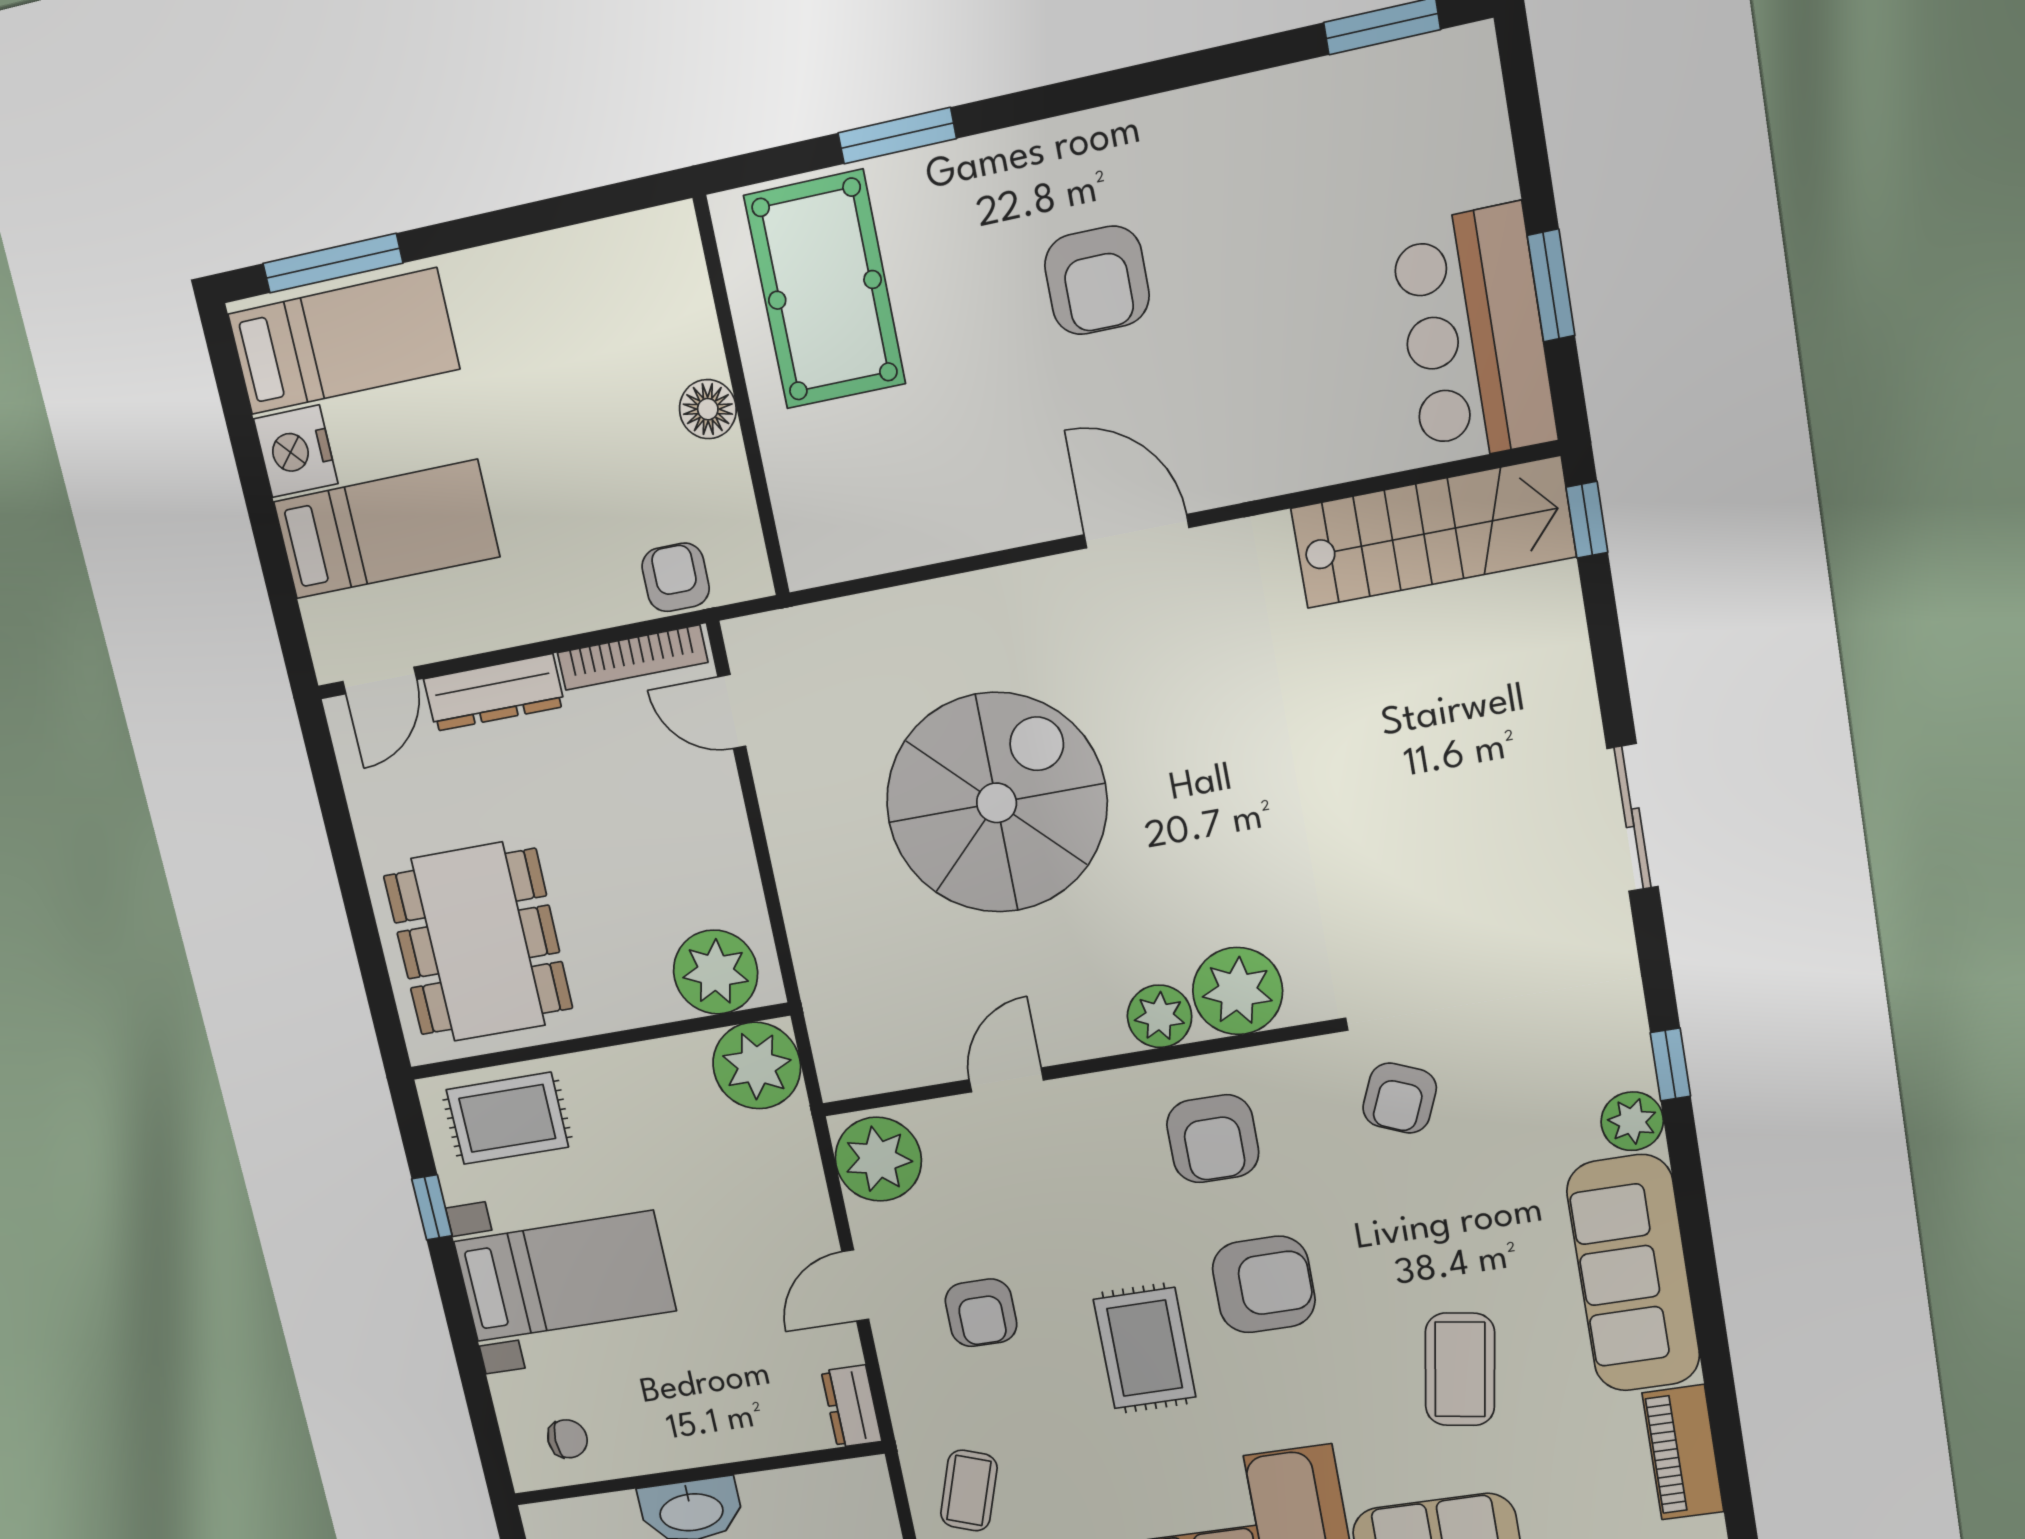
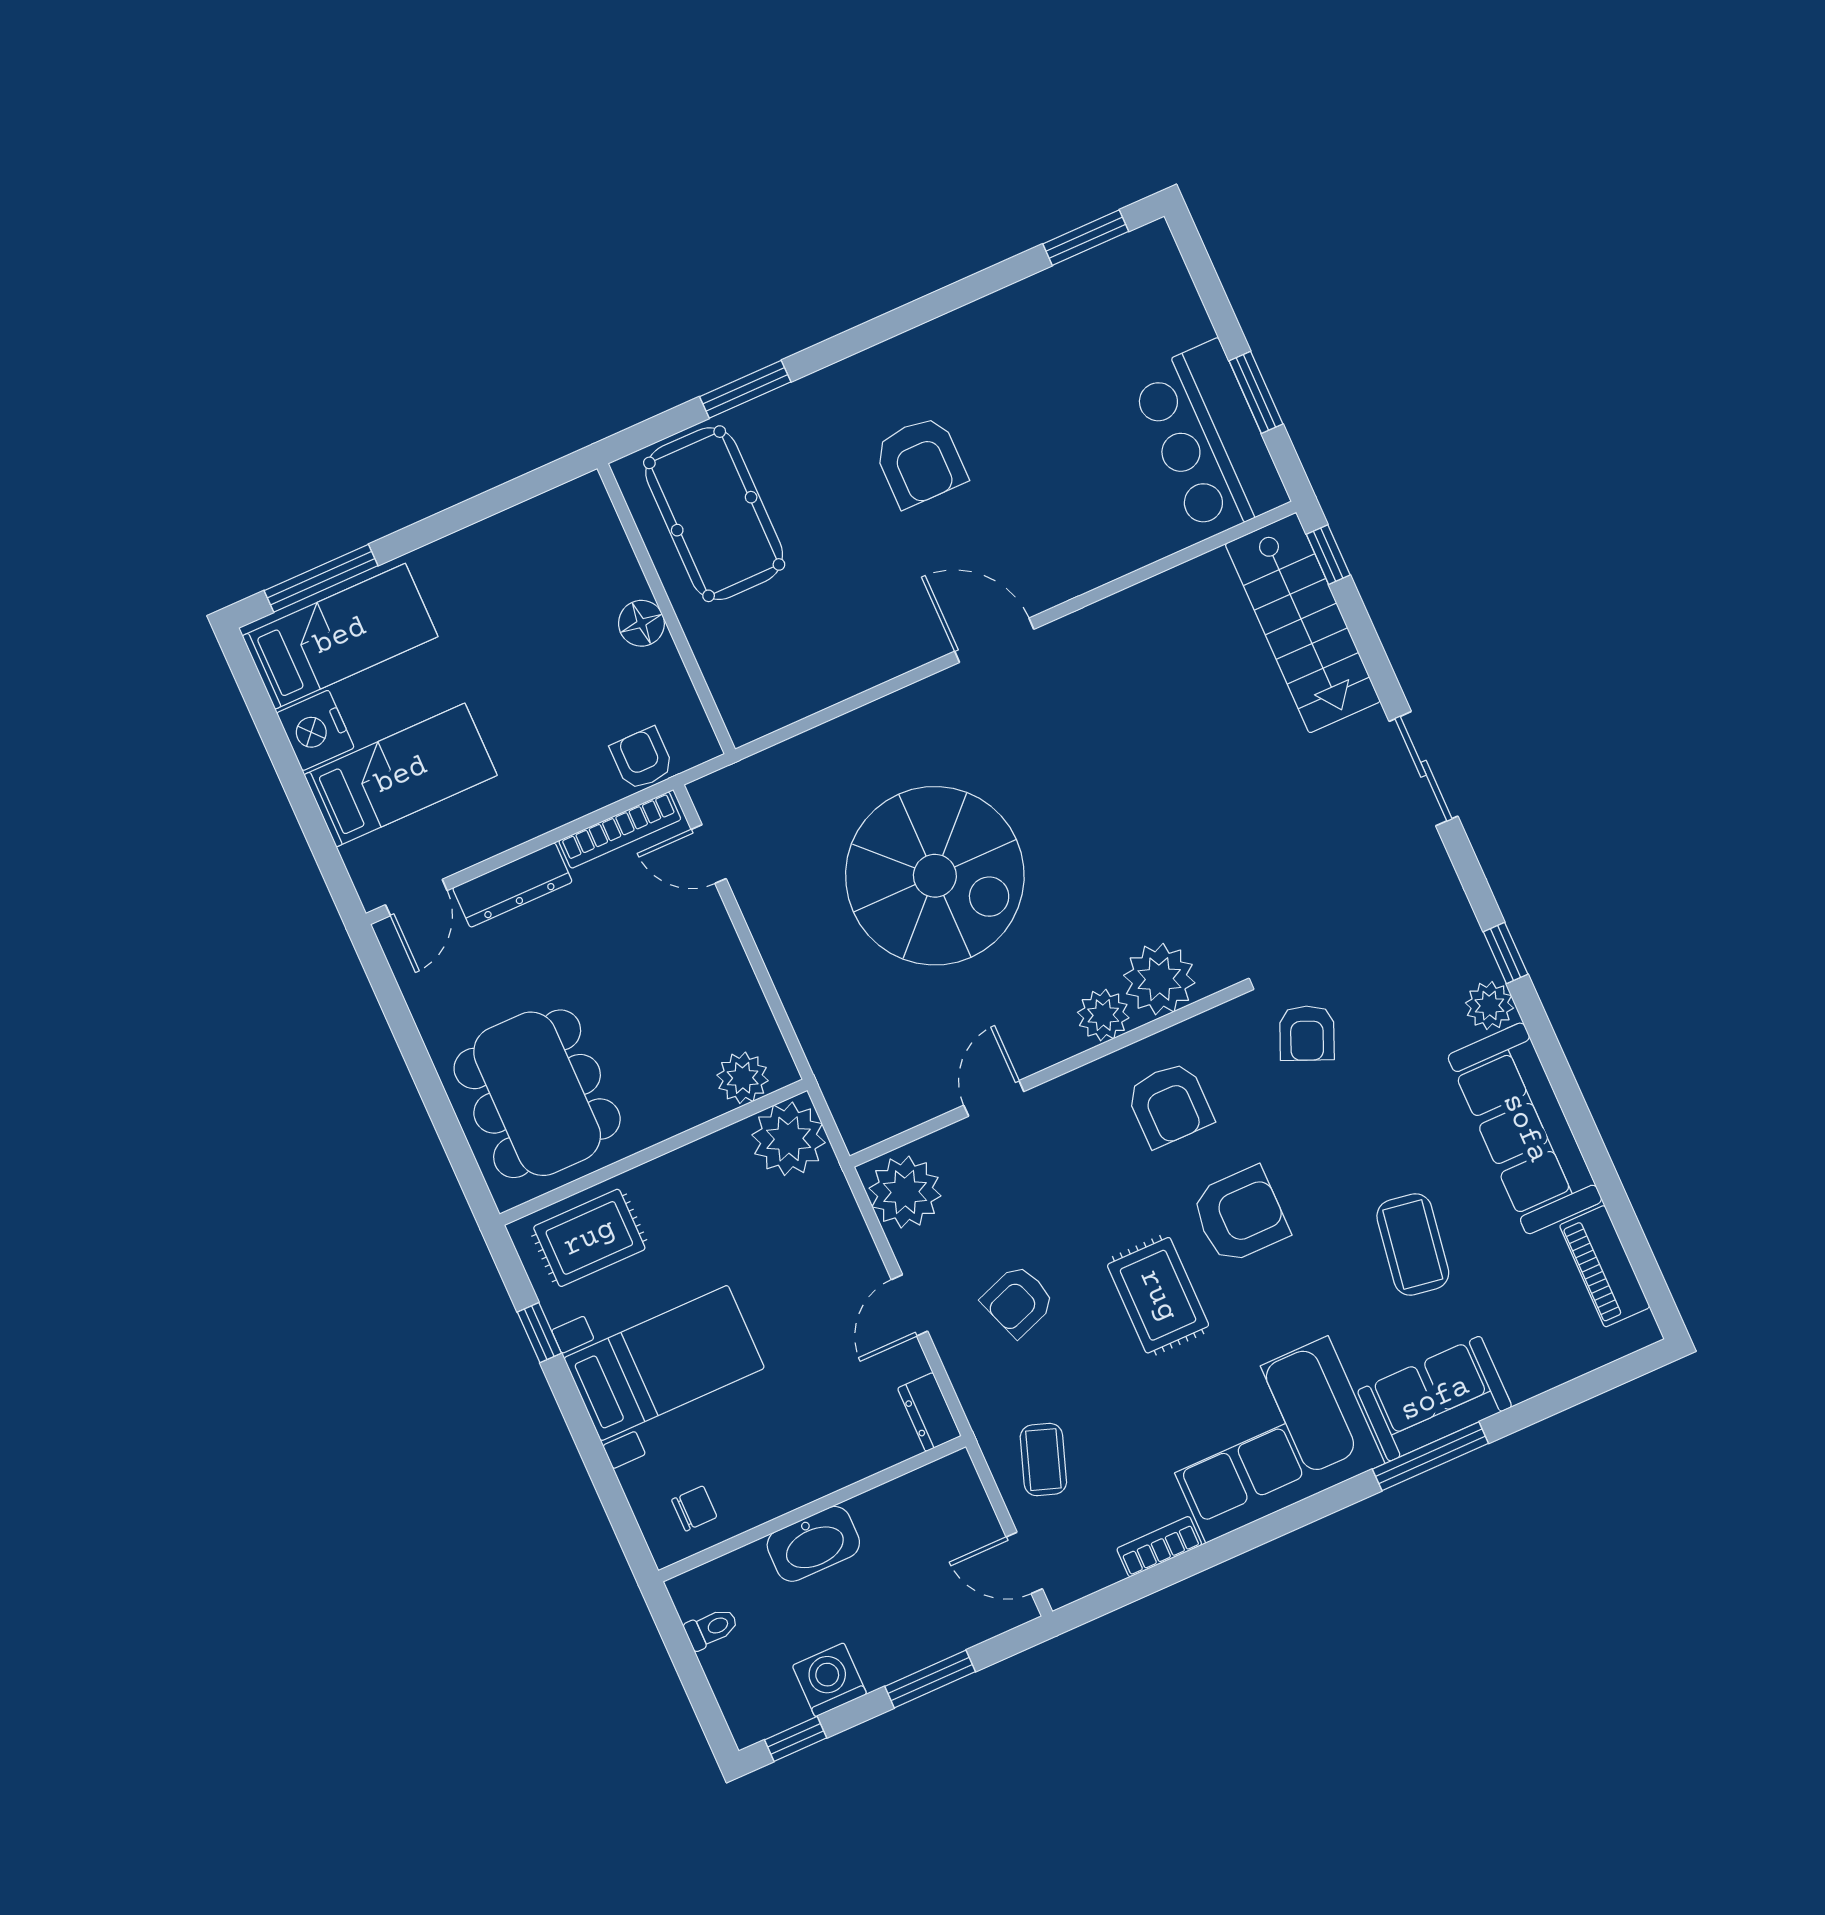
stairs: (1433, 532) -> (1303, 623), moved, turned 90
spiral stairs: (997, 803) -> (935, 876), turned 90
plant: (716, 972) -> (743, 1078), width x0.73, depth x0.73
armchair: (981, 1313) -> (1018, 1301), turned 70

